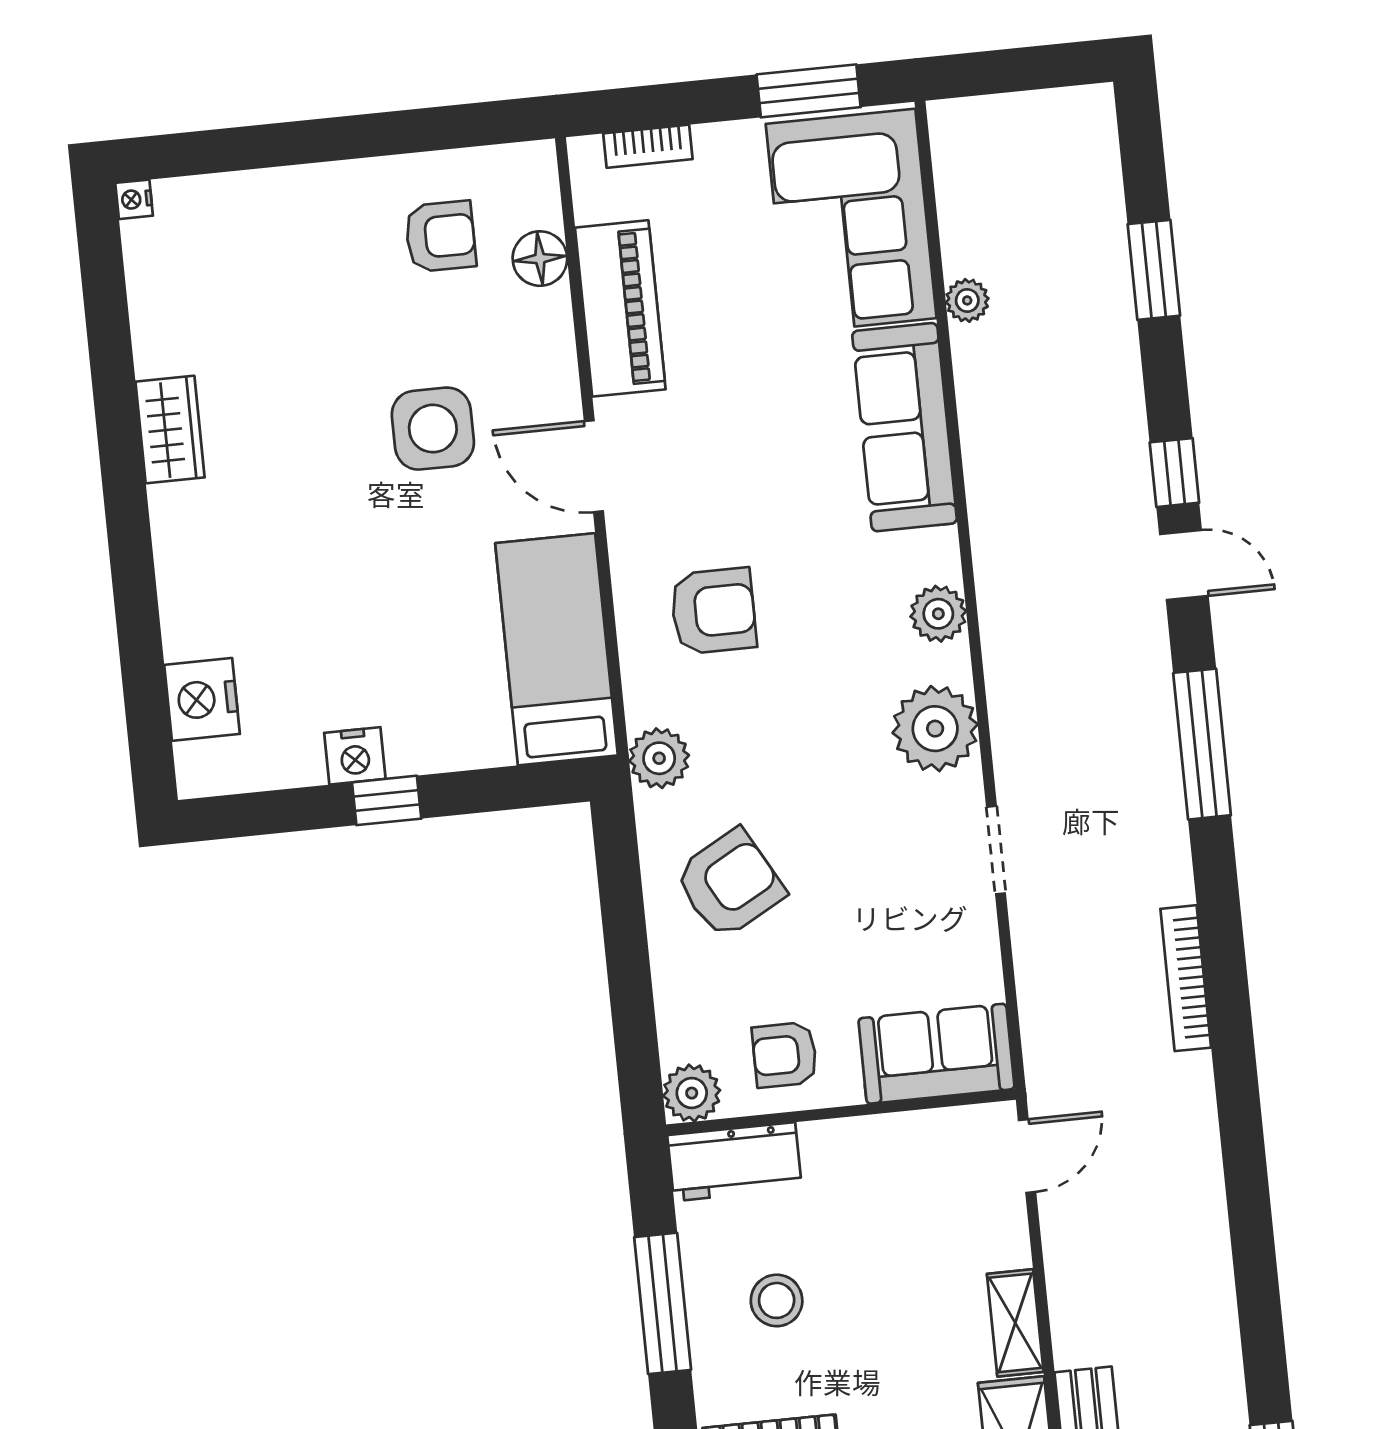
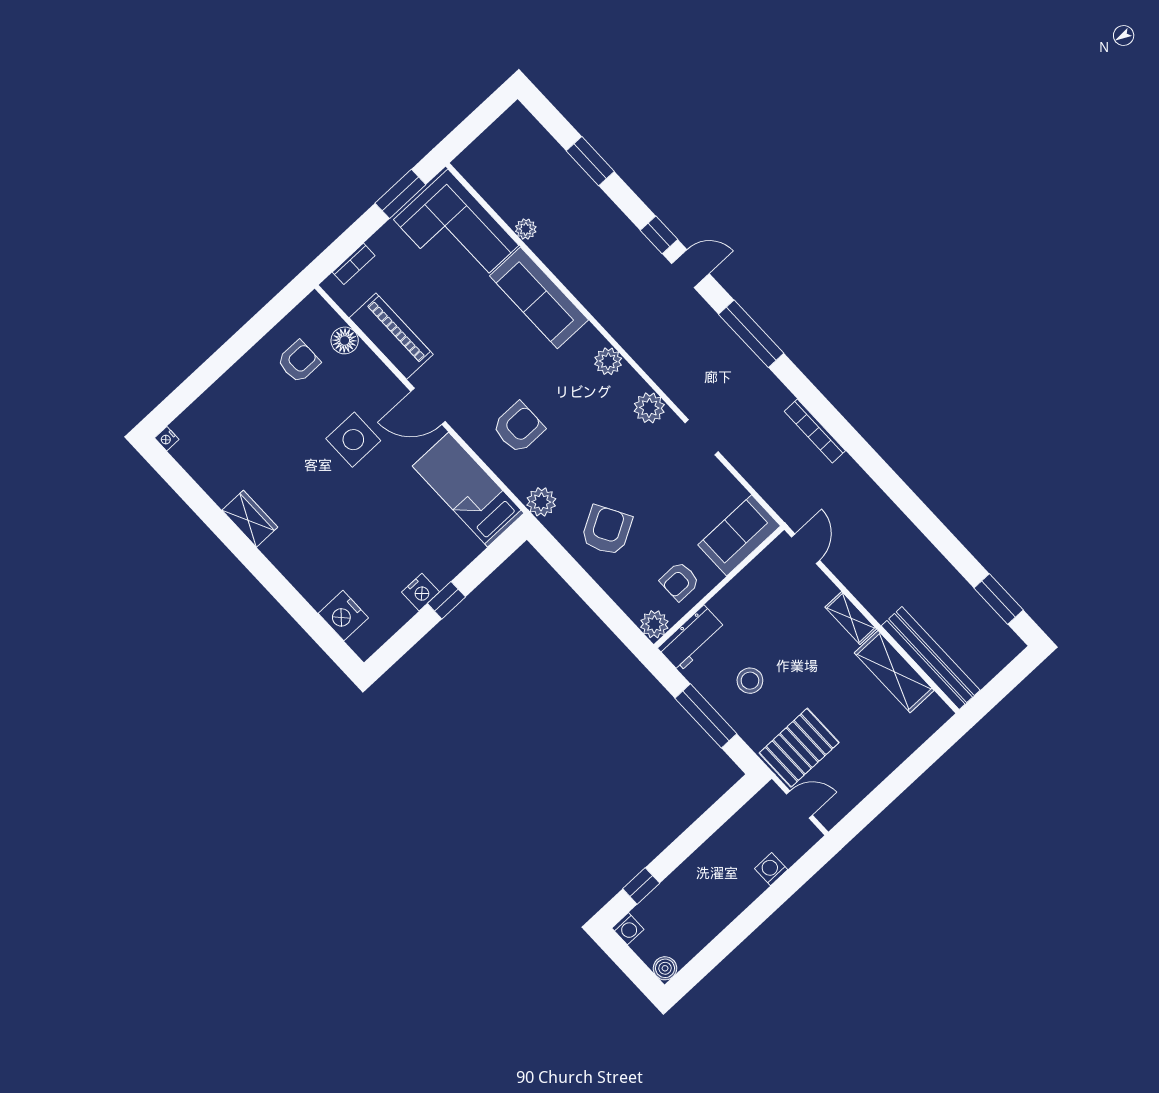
plant: (935, 729) -> (649, 408), width x0.73, depth x0.73

